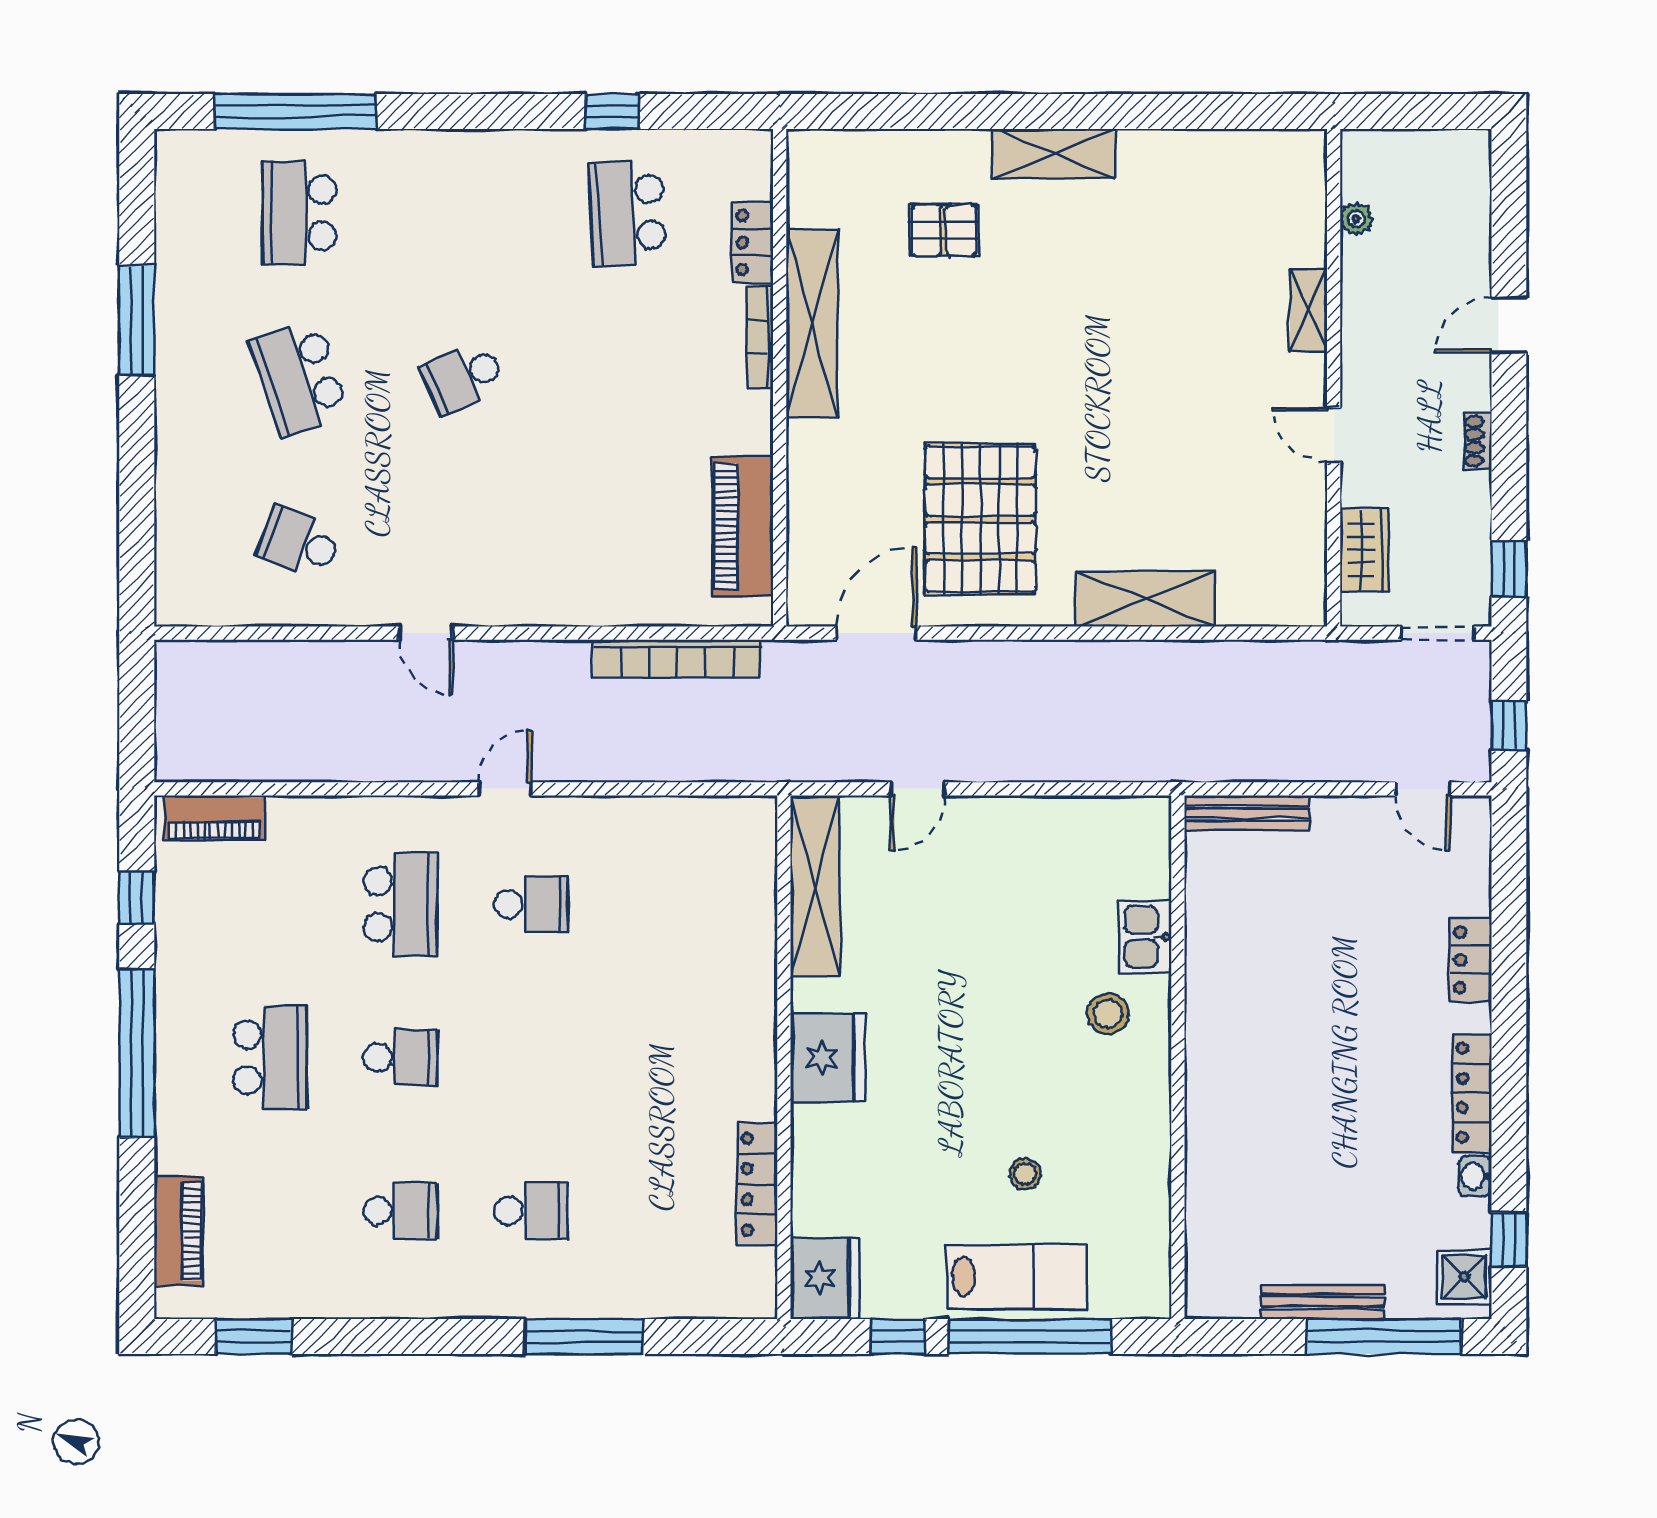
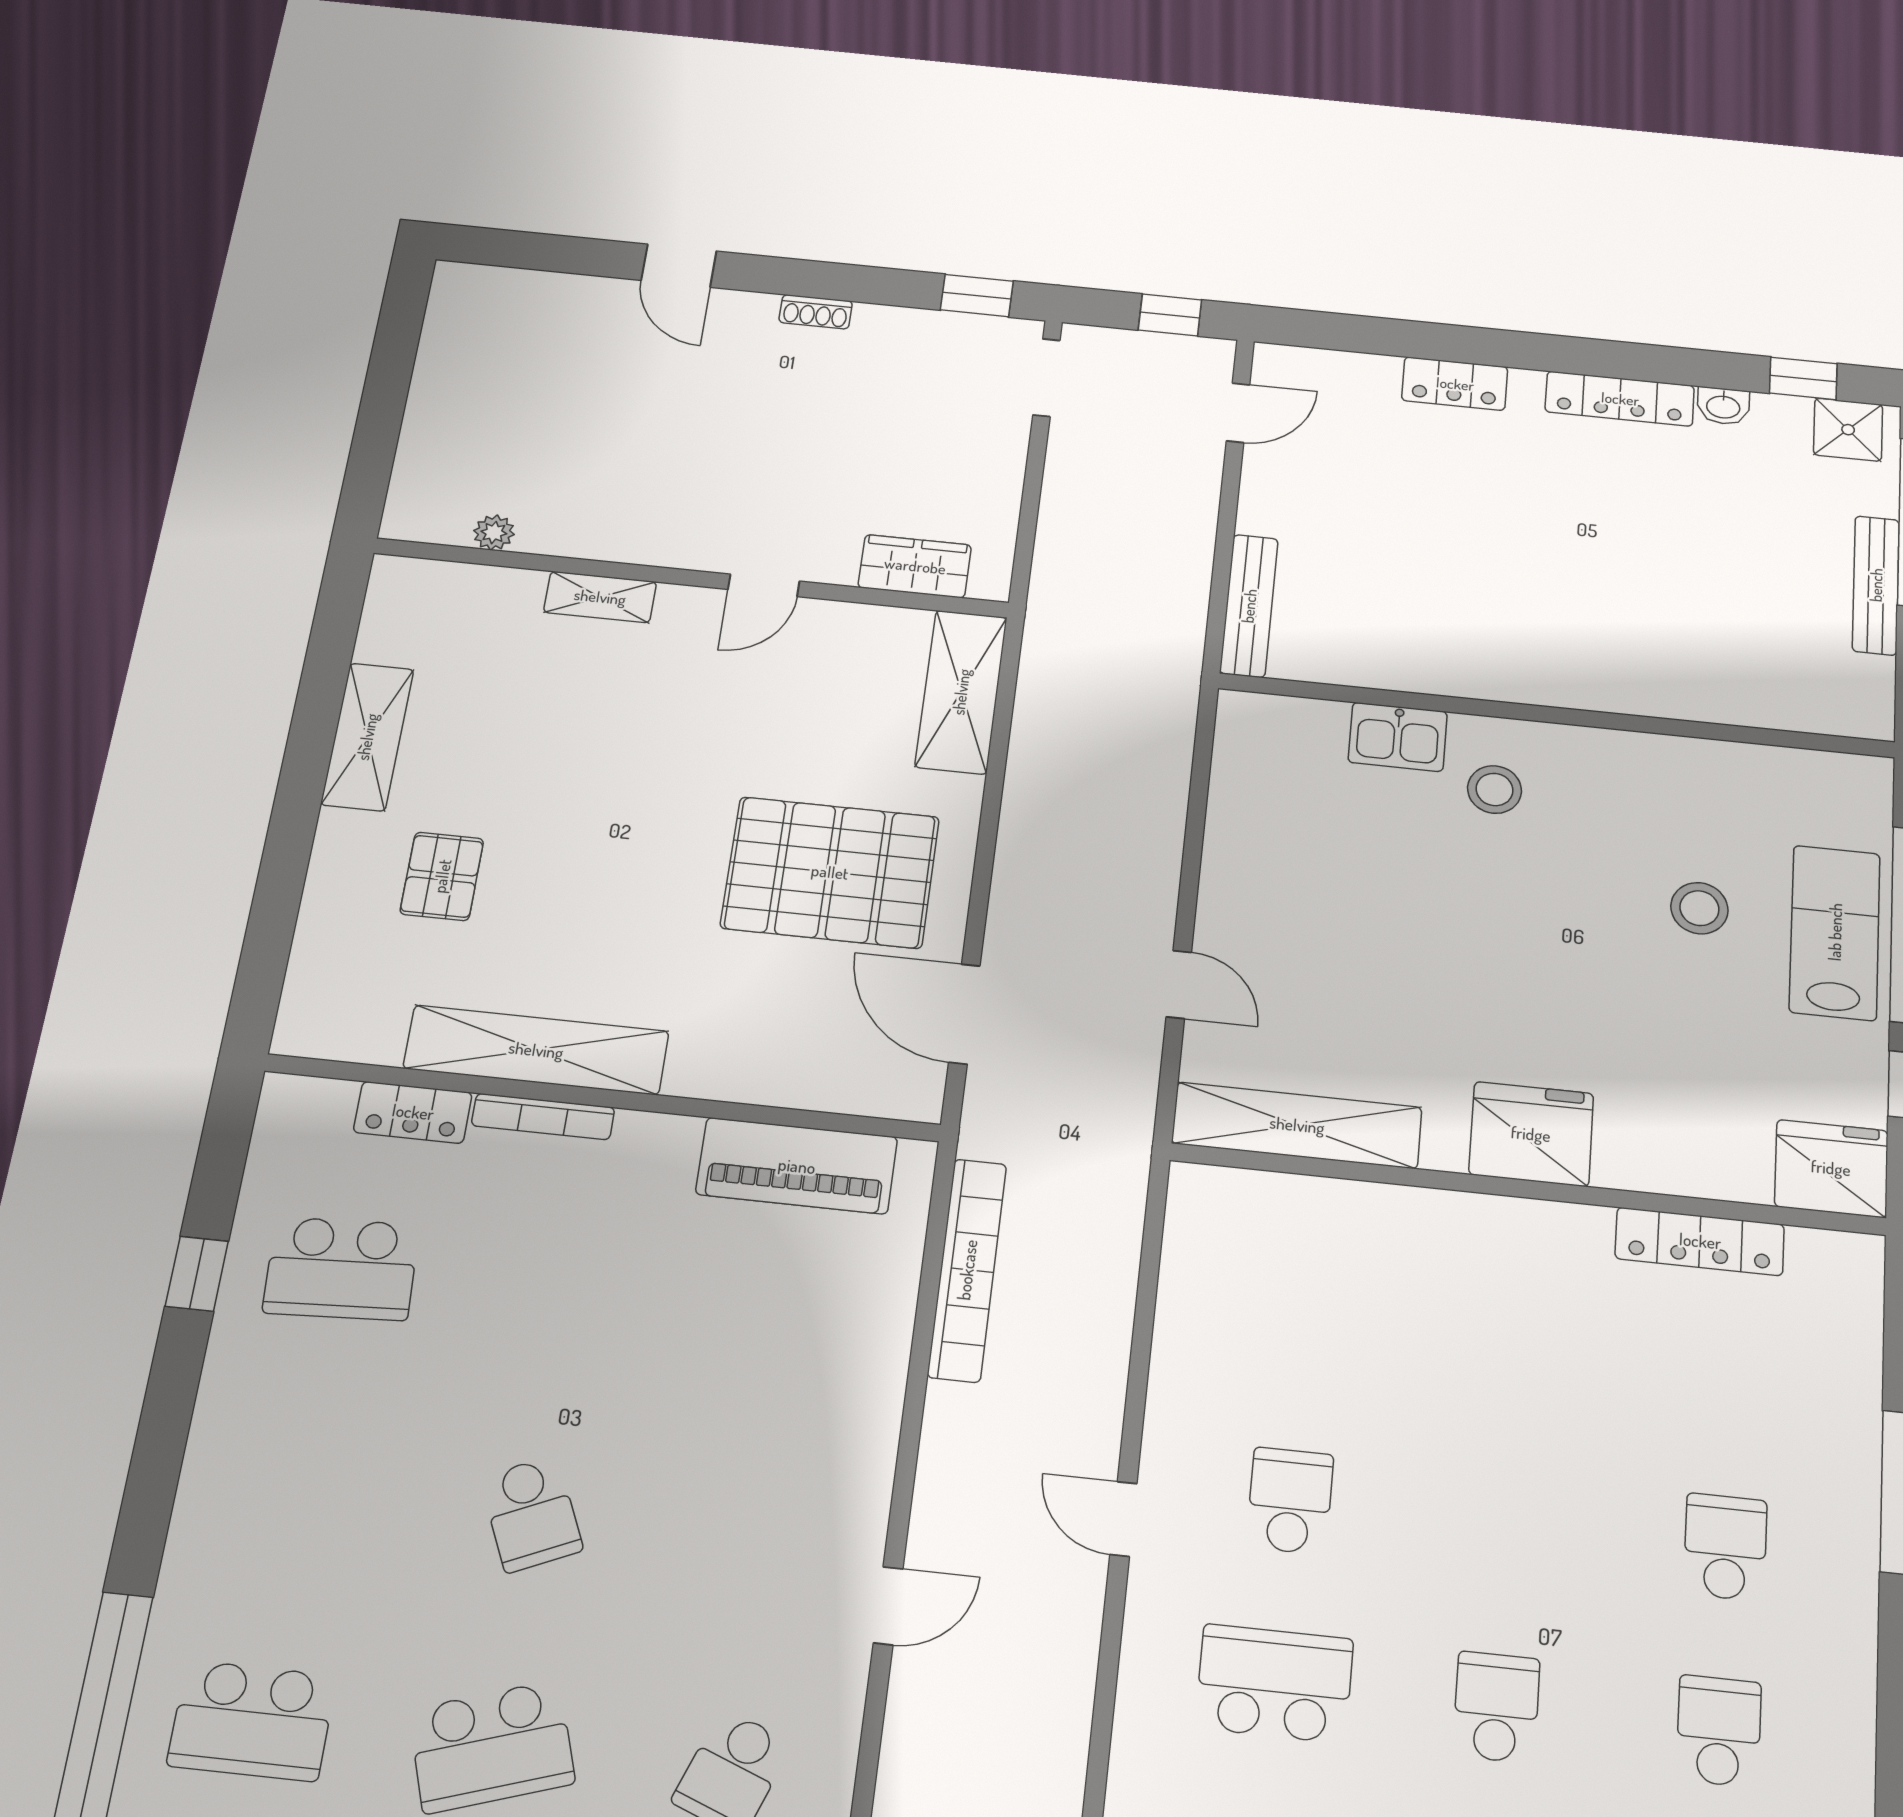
plant: (1356, 219) -> (494, 533), moved
shelving: (1308, 310) -> (600, 597), moved
wall: (1334, 378) -> (691, 578), moved
door: (1334, 435) -> (764, 585), moved
wardrobe: (1364, 550) -> (915, 566), moved
stool: (1025, 1174) -> (1699, 908), width x1.37, depth x1.37

